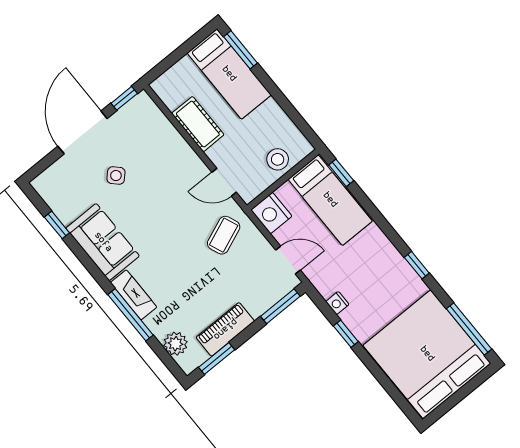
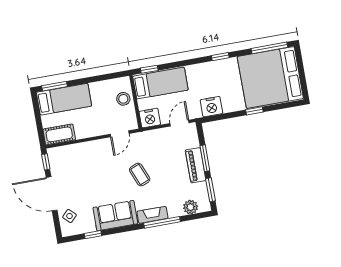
cot: (198, 124) -> (59, 134), moved
side table: (116, 176) -> (70, 216), moved
coffee table: (224, 235) -> (140, 175), moved
nightstand: (337, 303) -> (211, 107), width x1.89, depth x1.79
window: (280, 306) -> (205, 158), moved
piano: (225, 329) -> (196, 165), moved
window: (346, 334) -> (254, 111), moved

